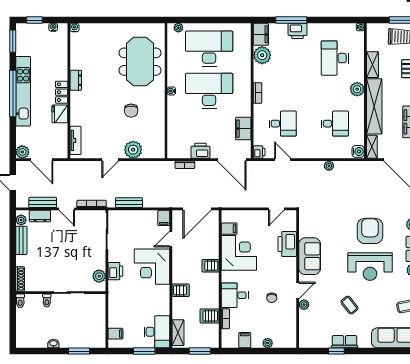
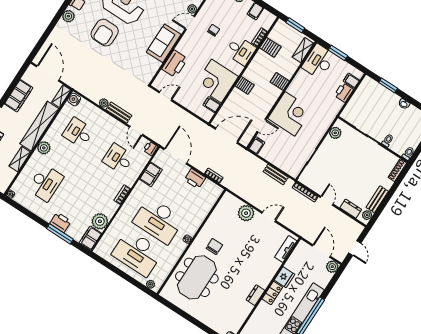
chair: (131, 111) -> (214, 247), moved
bench: (43, 202) -> (119, 113), moved
printer: (115, 271) -> (344, 92), moved

